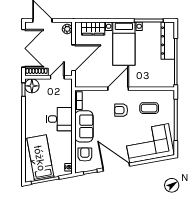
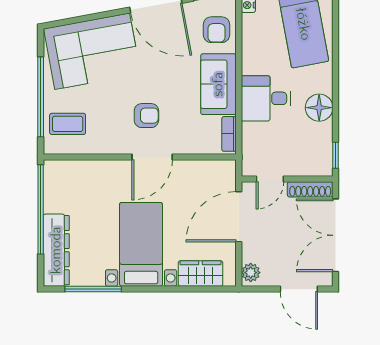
floor lamp: (32, 86) -> (319, 108), moved
coffee table: (149, 108) -> (68, 124), moved

